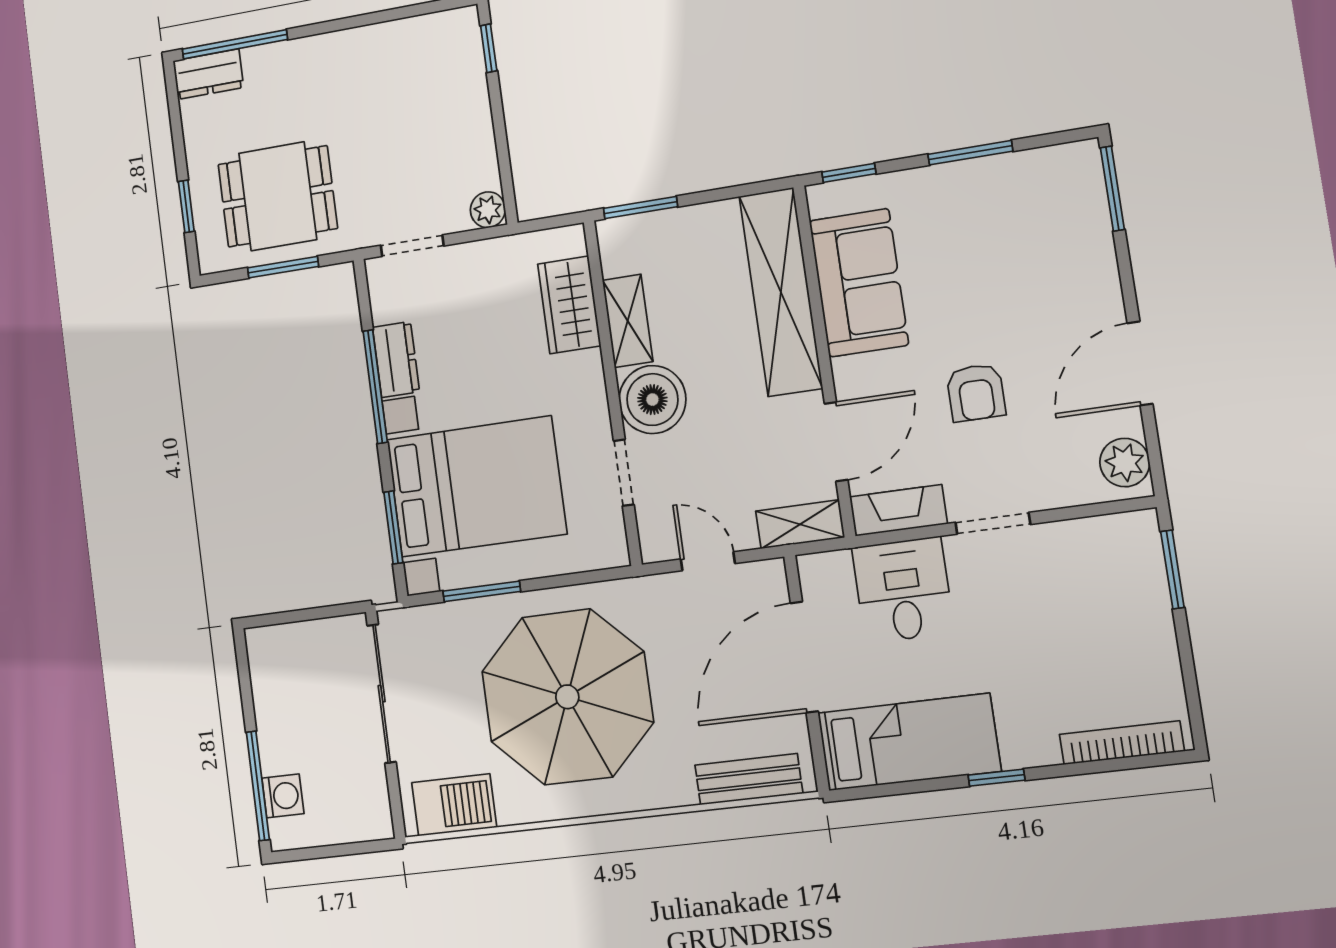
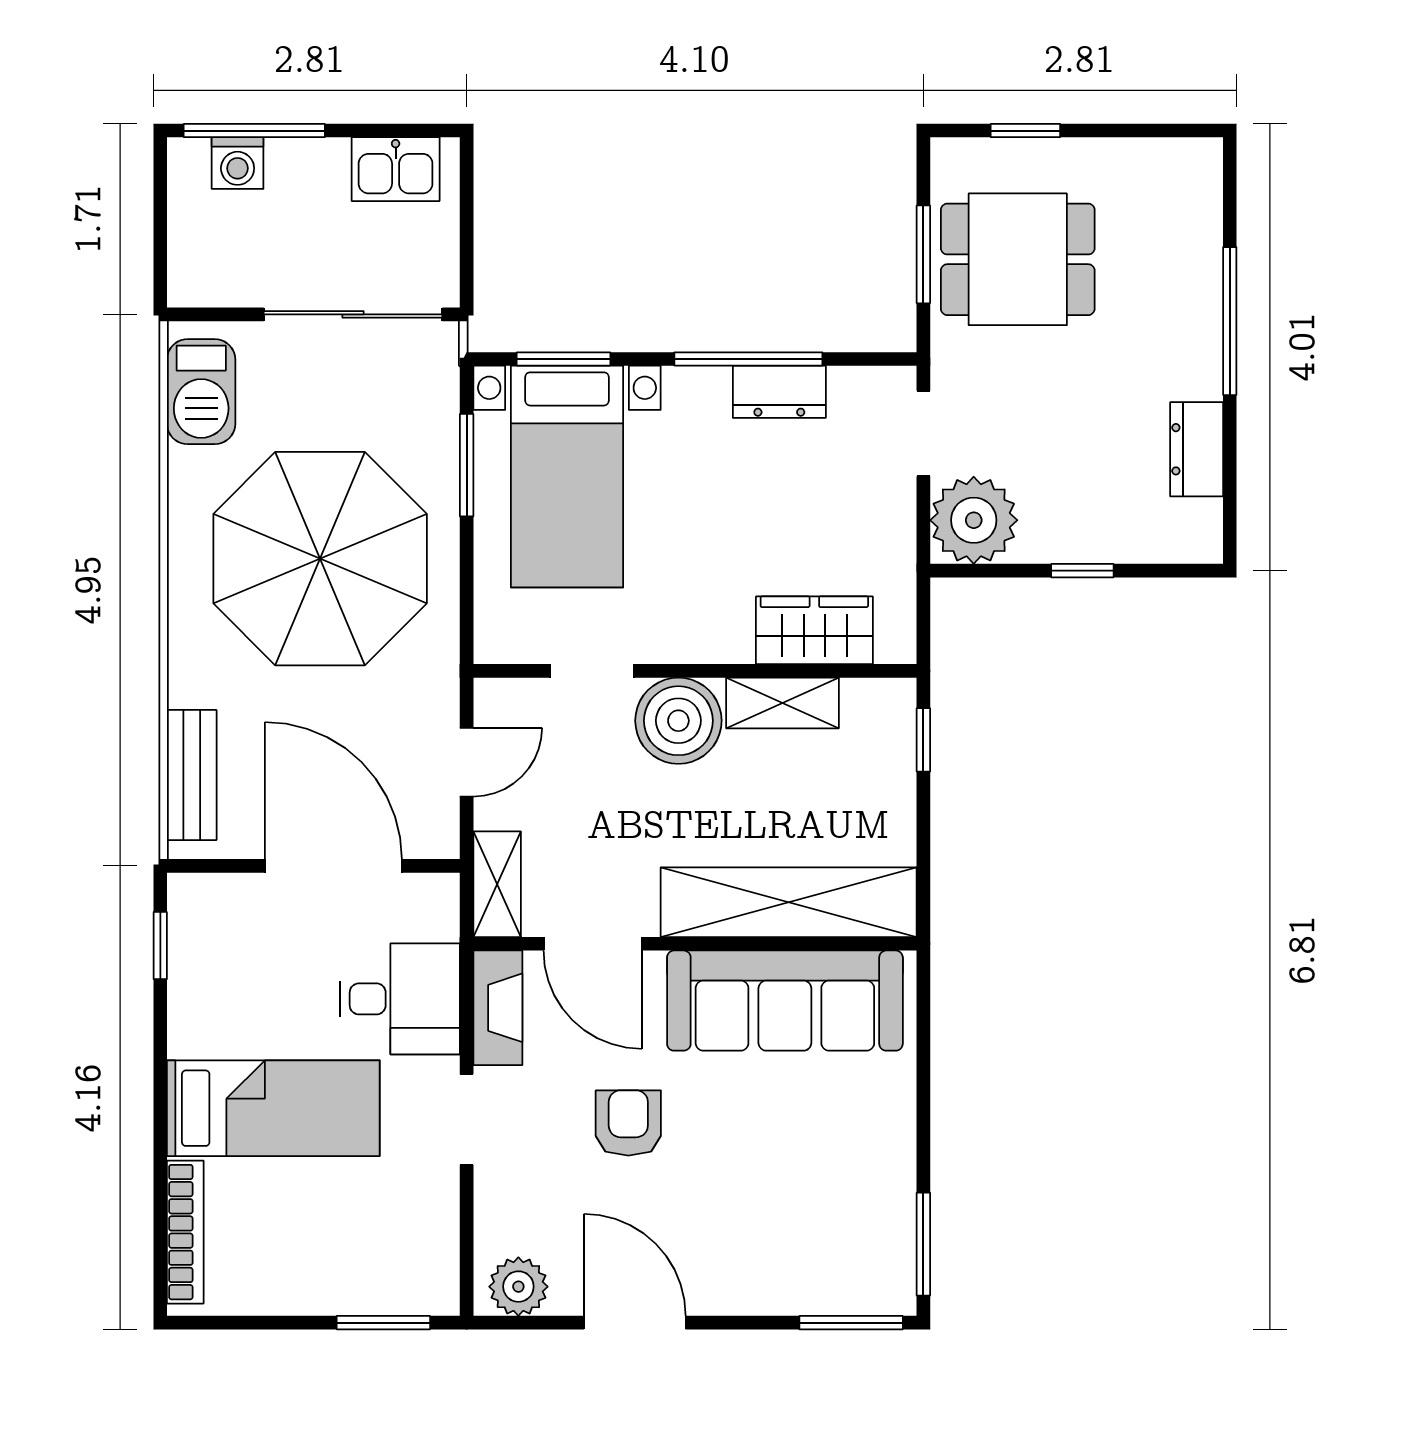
window: (235, 44) -> (1230, 321), moved
window: (489, 48) -> (1082, 571), moved
dresser: (208, 74) -> (1197, 449), moved
window: (970, 153) -> (923, 1244), moved
window: (849, 173) -> (923, 1008), removed
dining table: (278, 196) -> (1018, 259), turned 90
window: (641, 208) -> (923, 740), width x0.67
plant: (488, 210) -> (974, 520), width x1.87, depth x1.87
sofa: (859, 283) -> (785, 1001), width x1.36
armchair: (976, 393) -> (628, 1123), turned 90
bed with nightstands: (476, 487) -> (567, 477), width x0.73
kitchen sink: (272, 674) -> (396, 169), added
bed: (909, 742) -> (273, 1108), moved, turned -90
window: (996, 778) -> (160, 946), moved

